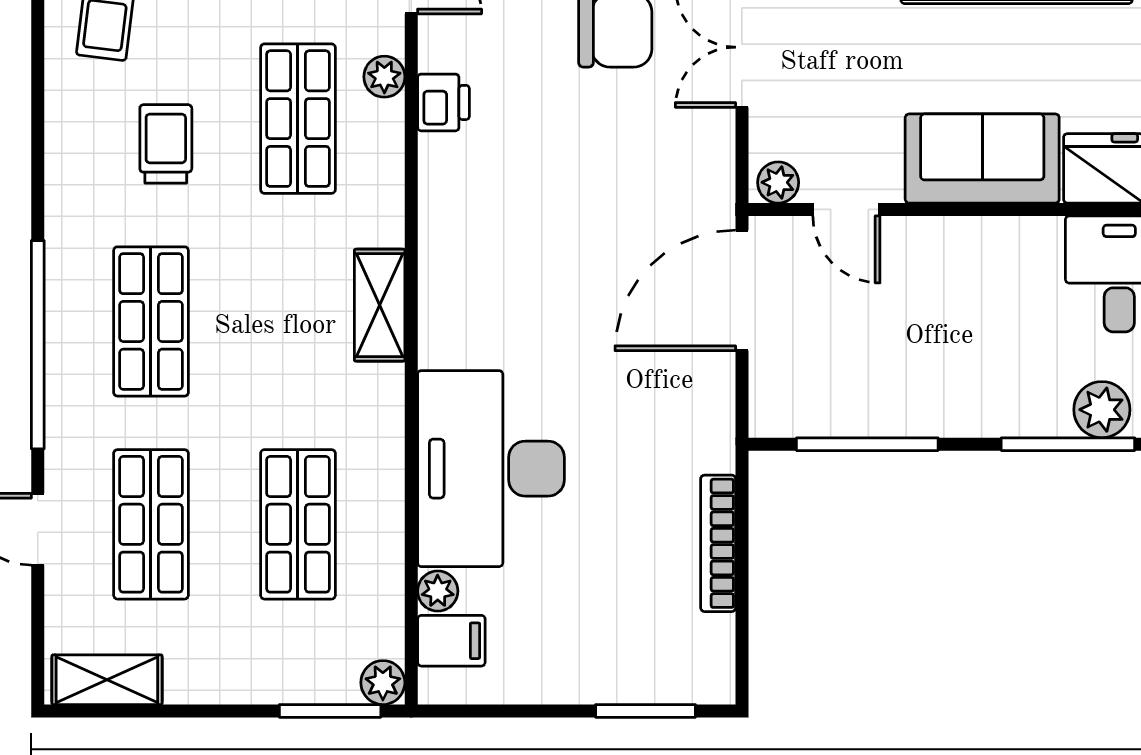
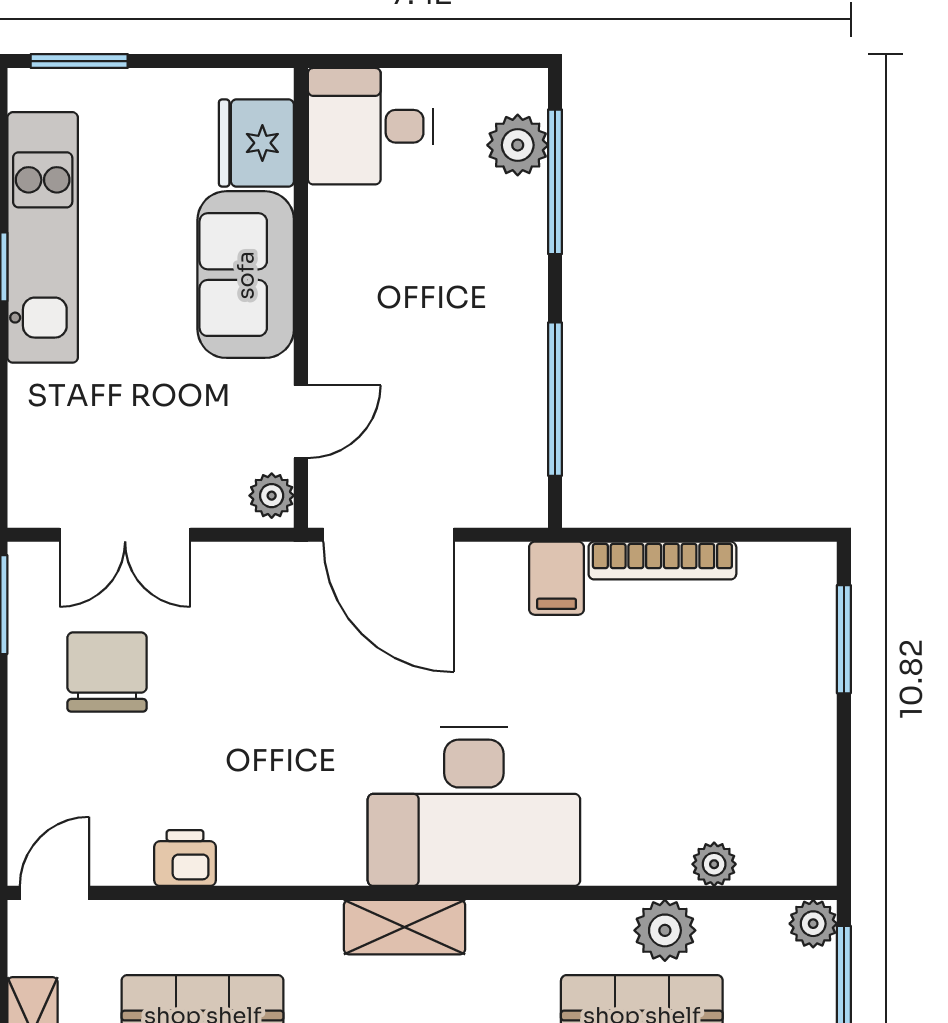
plant: (384, 77) -> (665, 930), moved, width x1.38, depth x1.38
desk: (491, 469) -> (474, 807), moved
filing cabinet: (451, 641) -> (557, 578), moved, turned 180

